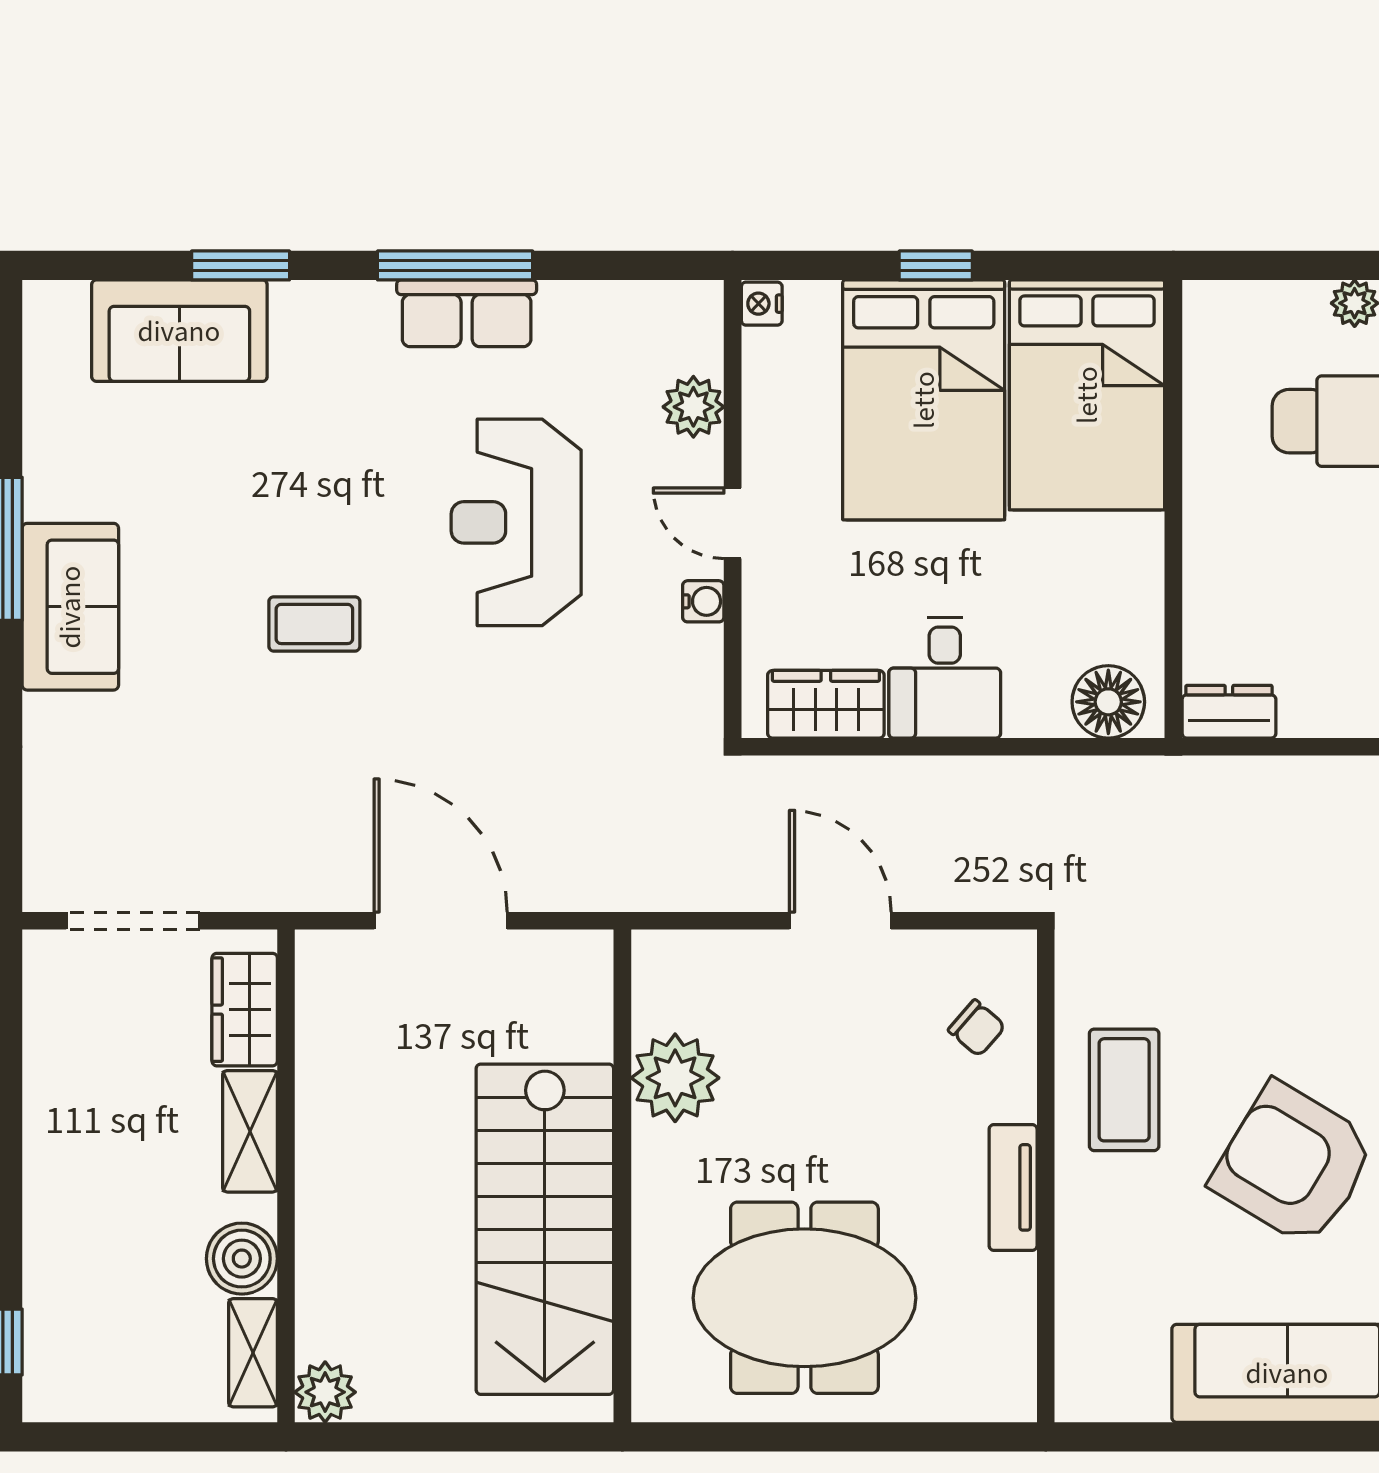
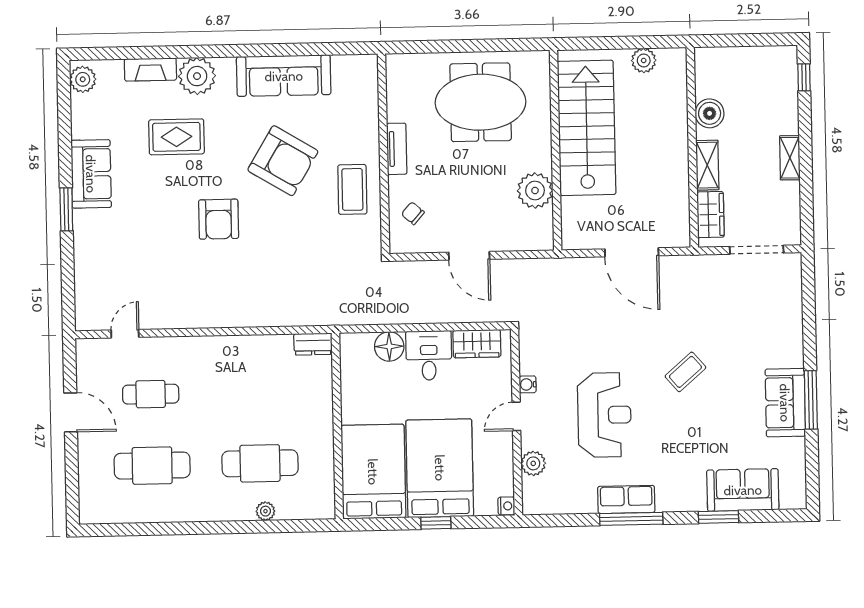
door: (733, 523) -> (516, 416), swing flipped
sofa: (70, 607) -> (785, 403), moved
coffee table: (314, 624) -> (685, 372), turned -41
floor lamp: (1108, 702) -> (389, 346), moved
shelving: (253, 1353) -> (790, 158), moved
plant: (325, 1392) -> (644, 60), moved

